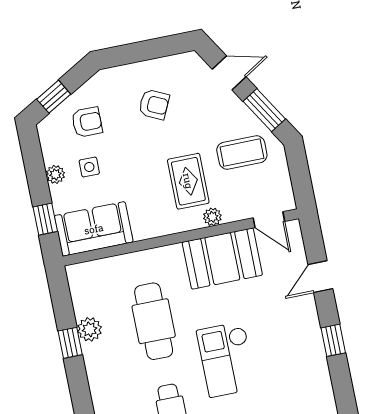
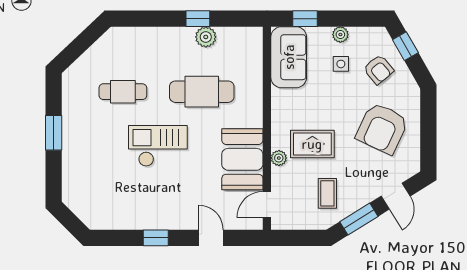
armchair: (154, 104) -> (382, 128), width x1.88, depth x1.88
armchair: (87, 122) -> (379, 70), turned -40
coffee table: (242, 153) -> (327, 193), width x0.73, depth x0.77

